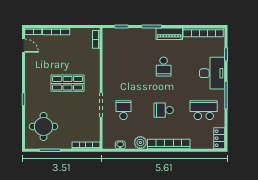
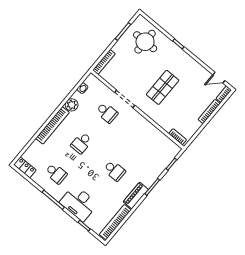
school desk: (164, 67) -> (114, 171), turned 180
school desk: (164, 110) -> (81, 143), turned 180
school desk: (204, 110) -> (56, 173), width x0.54

